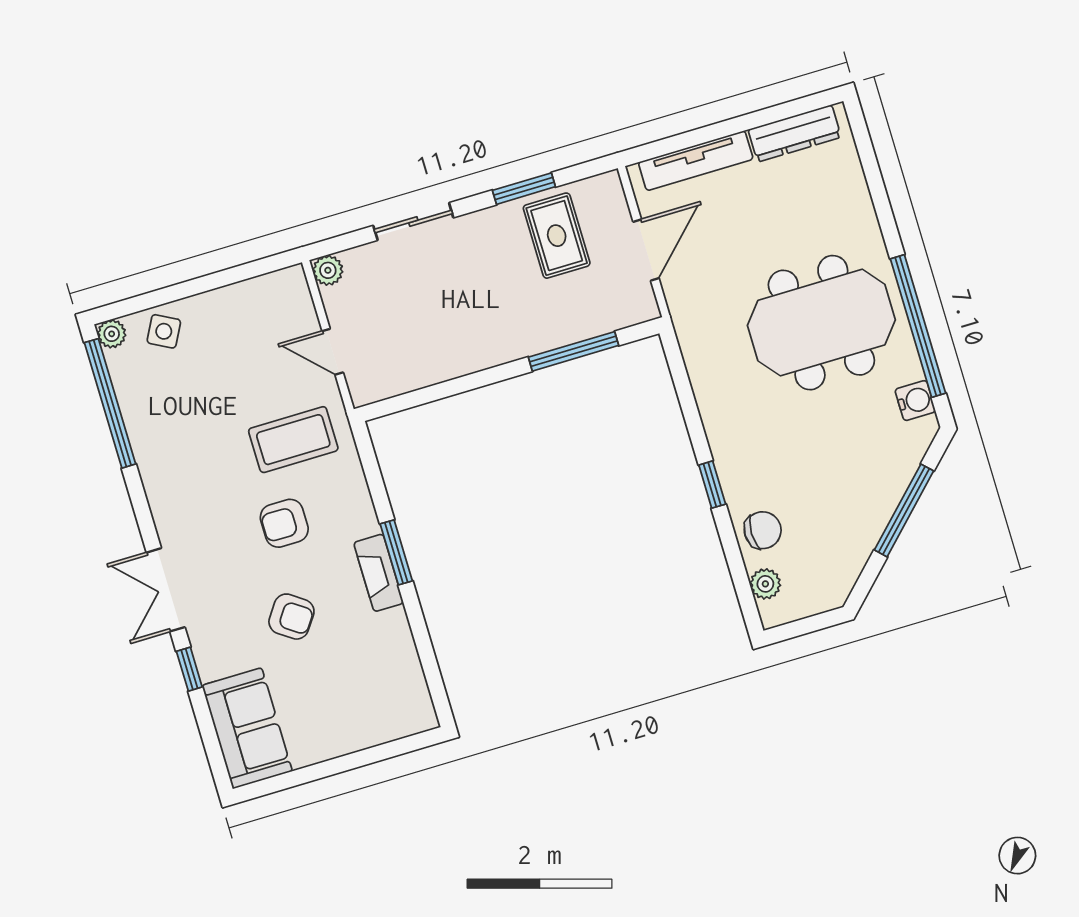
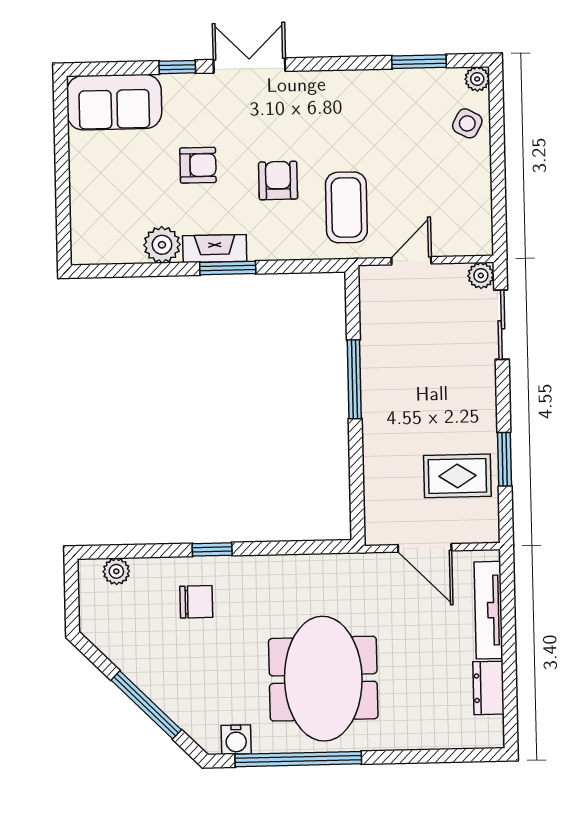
dresser: (795, 133) -> (488, 688), width x0.70
sliding door: (413, 222) -> (501, 325), moved
window: (573, 351) -> (354, 379), moved
window: (110, 403) -> (419, 62), width x0.47
chair: (763, 530) -> (196, 602), moved, turned -90
armchair: (291, 617) -> (198, 165), turned -125
plant: (390, 632) -> (162, 245), added

